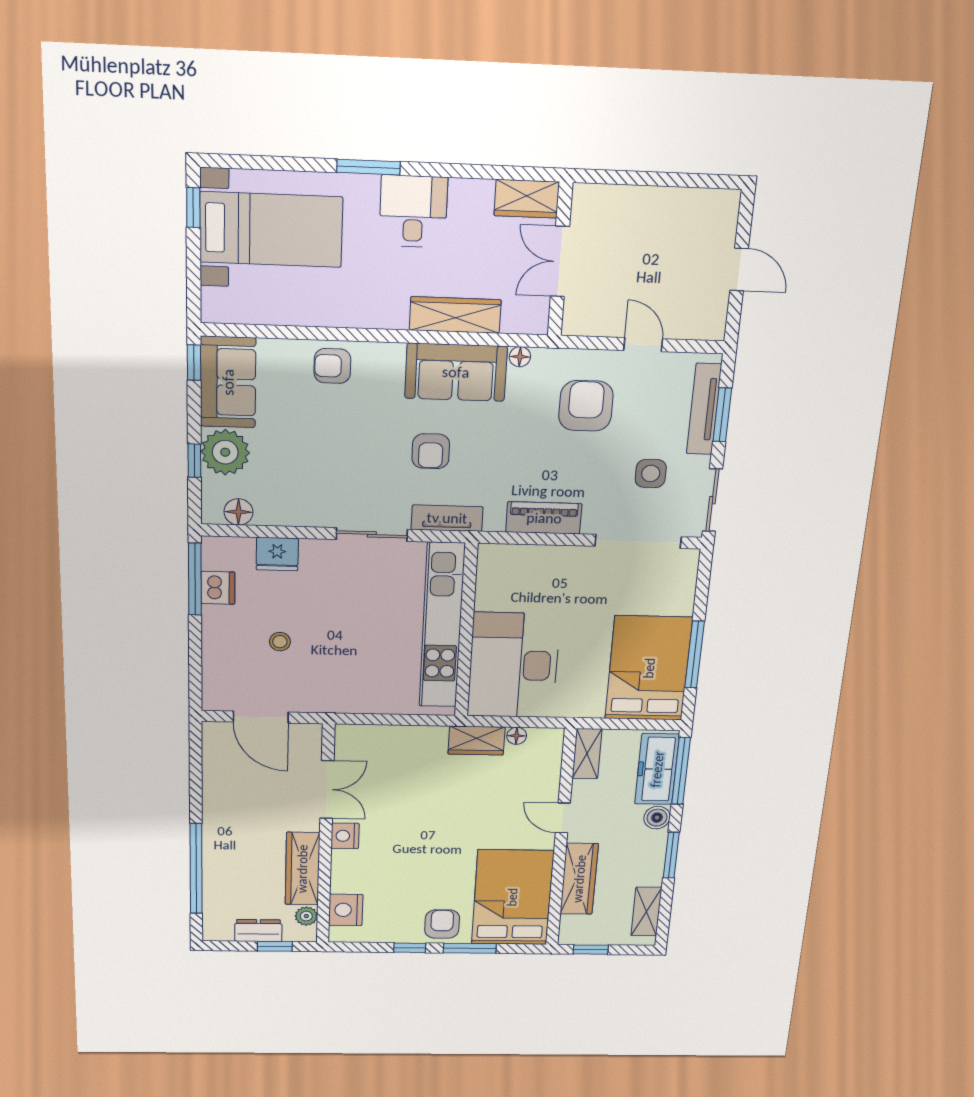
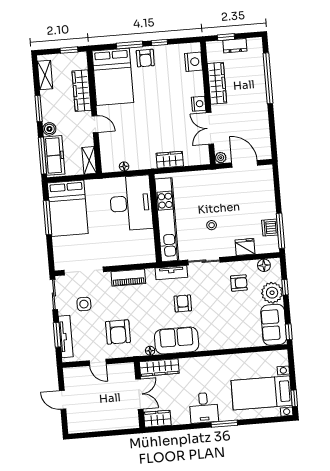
wardrobe: (455, 315) -> (159, 368), moved
armchair: (332, 366) -> (239, 283), moved
stool: (280, 642) -> (212, 225), moved
wardrobe: (477, 741) -> (170, 160), moved
plant: (306, 916) -> (221, 158), moved

